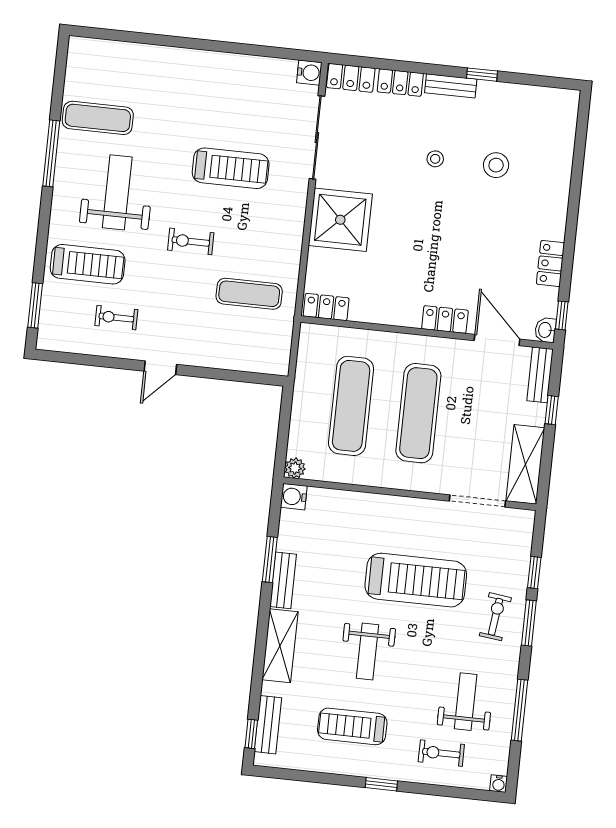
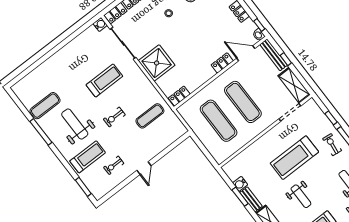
bench: (540, 375) -> (274, 55), width x1.36
plant: (295, 468) -> (220, 159), removed
water cooler: (294, 497) -> (240, 184), moved
treadmill: (416, 580) -> (294, 158), turned 180

